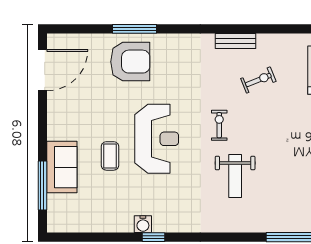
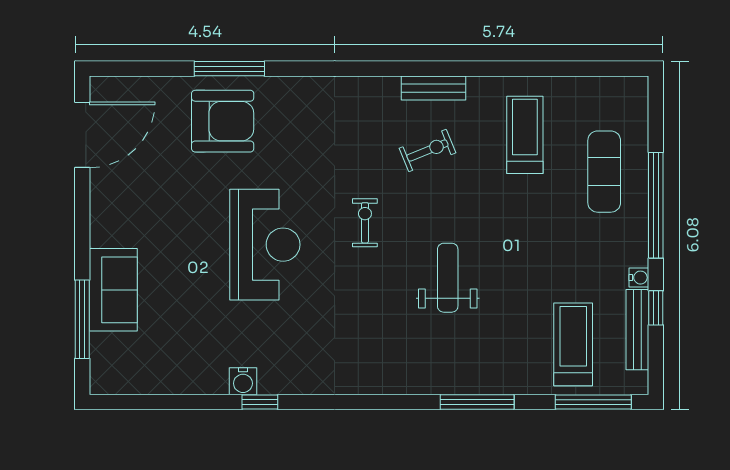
bench: (235, 41) -> (434, 88), moved
coffee table: (110, 156) -> (190, 272), removed
weight bench: (235, 176) -> (448, 278), moved, turned 180

